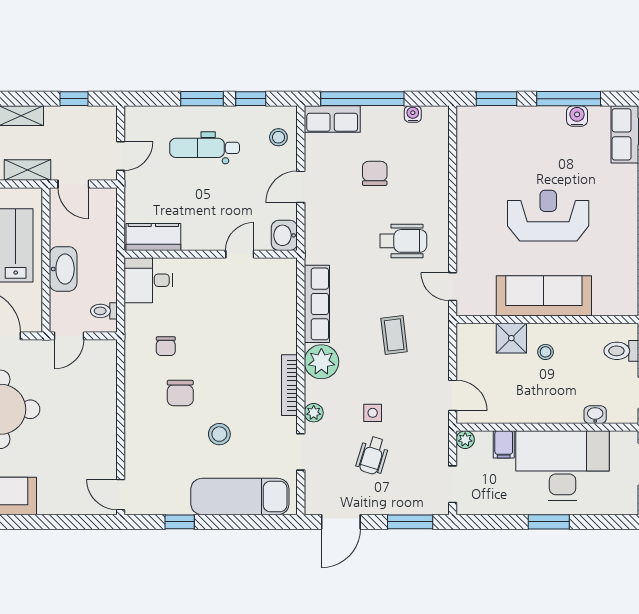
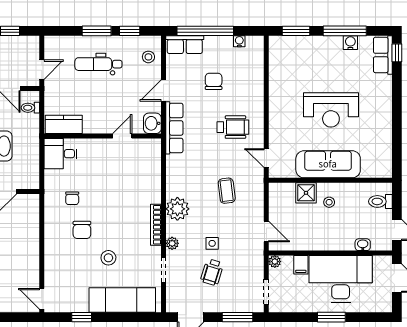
reception desk: (548, 216) -> (331, 110), turned 180
row of seats: (317, 304) -> (174, 128), moved
toilet: (104, 311) -> (30, 108), moved

